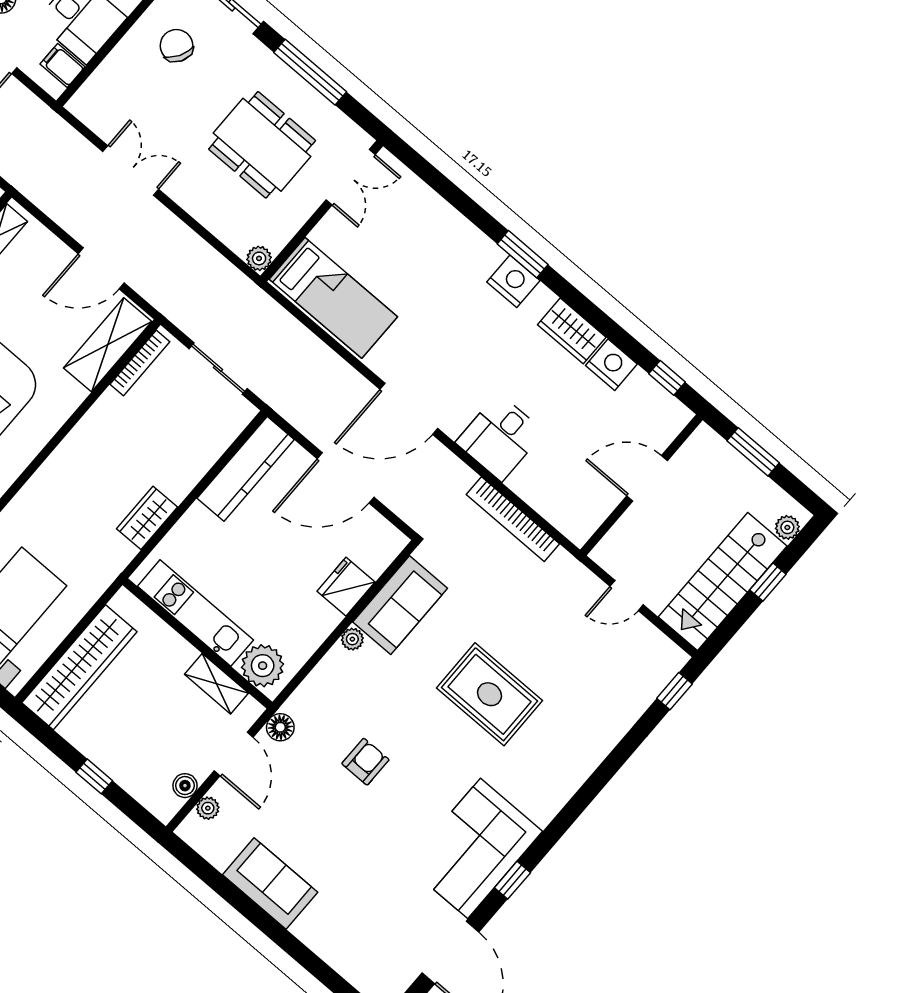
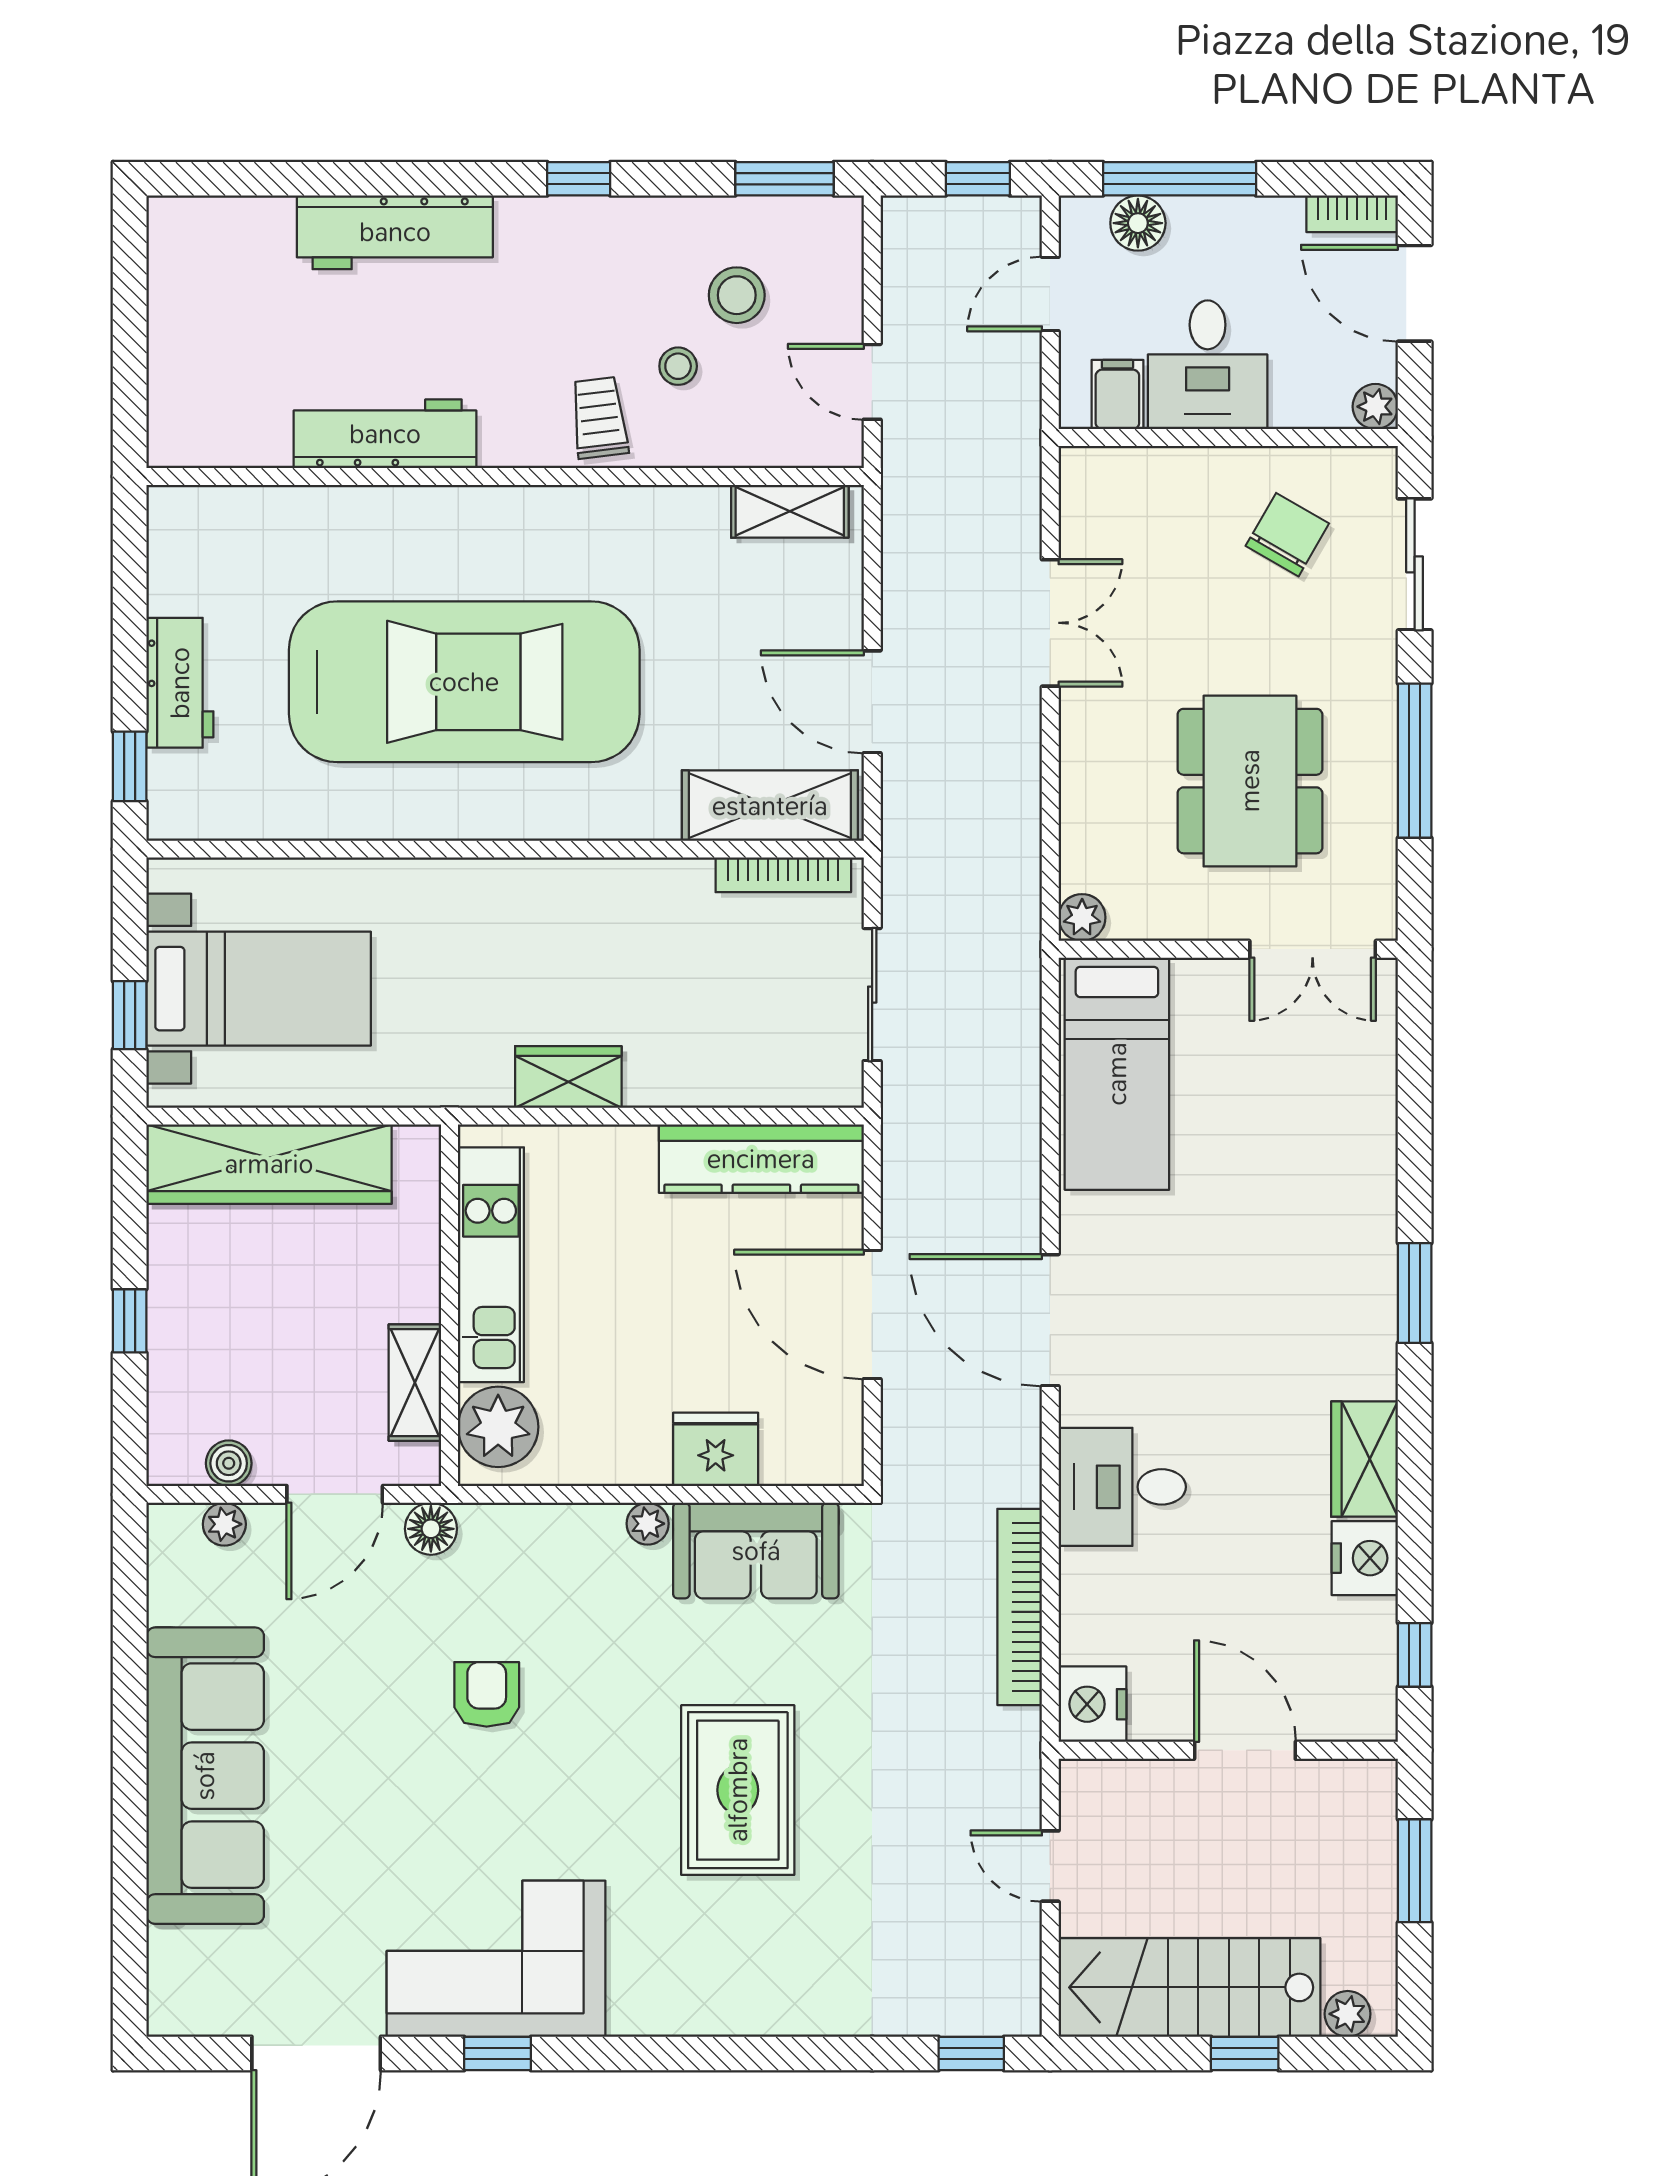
nightstand: (513, 281) -> (1092, 1704), moved, turned 180
armchair: (365, 762) -> (487, 1694), turned -90
sofa: (270, 884) -> (205, 1776), width x1.85, depth x1.27

